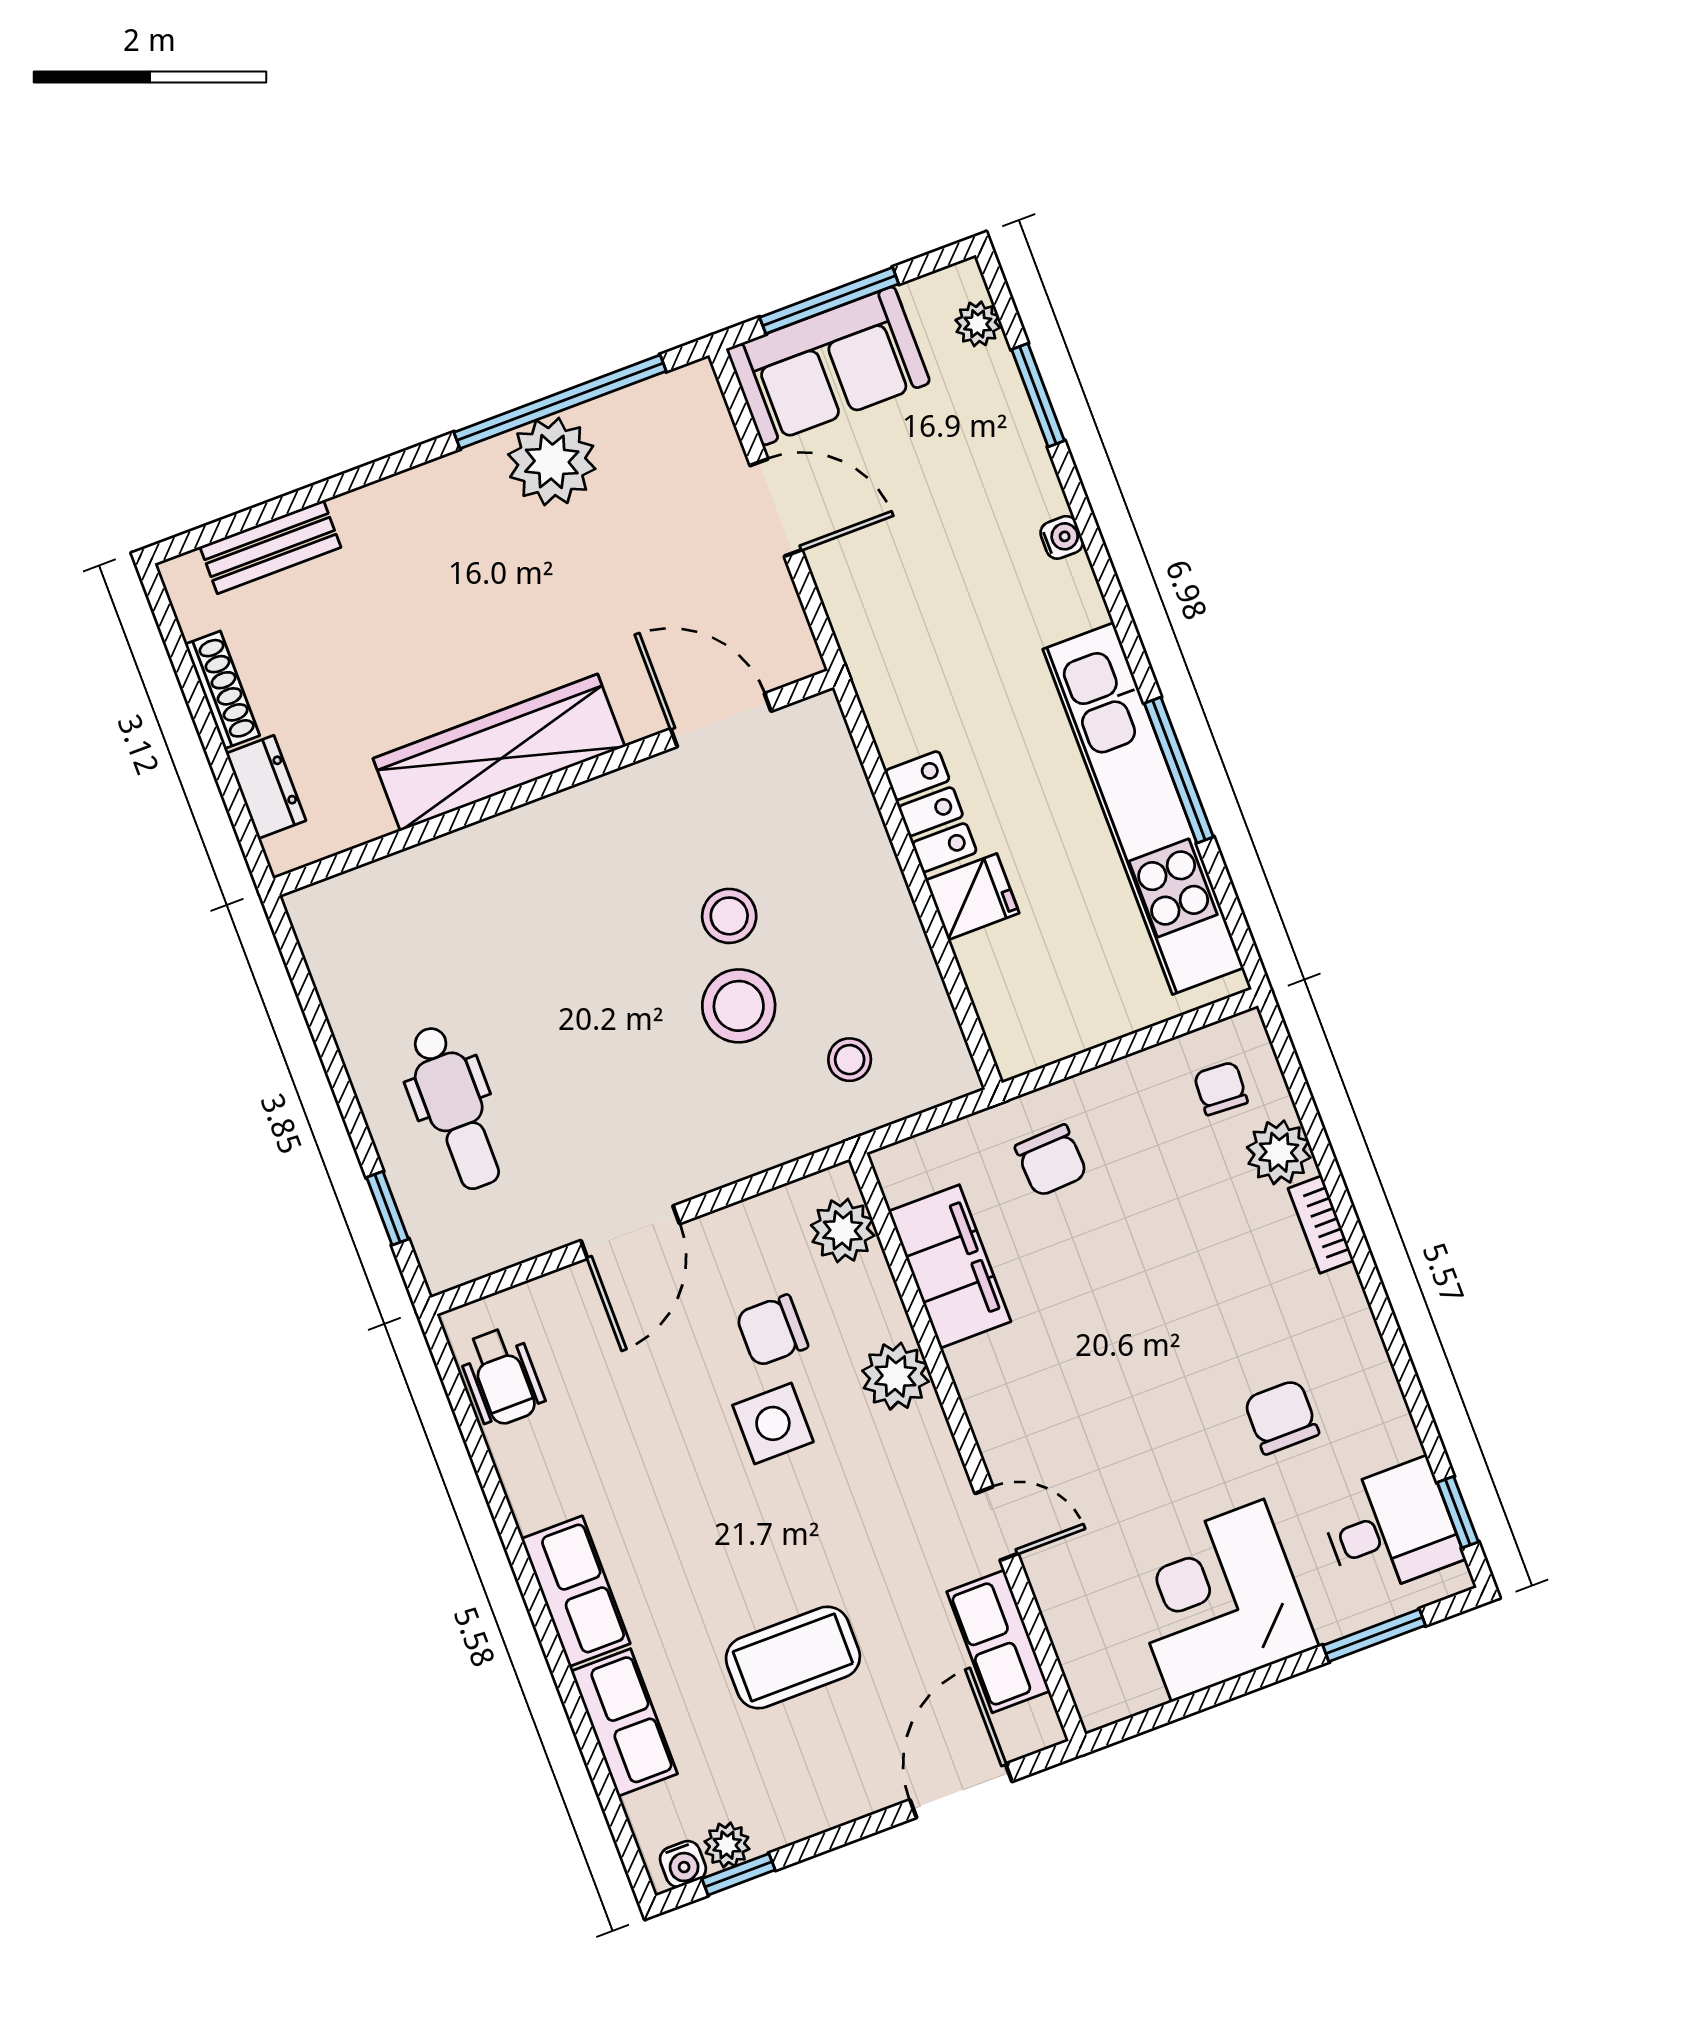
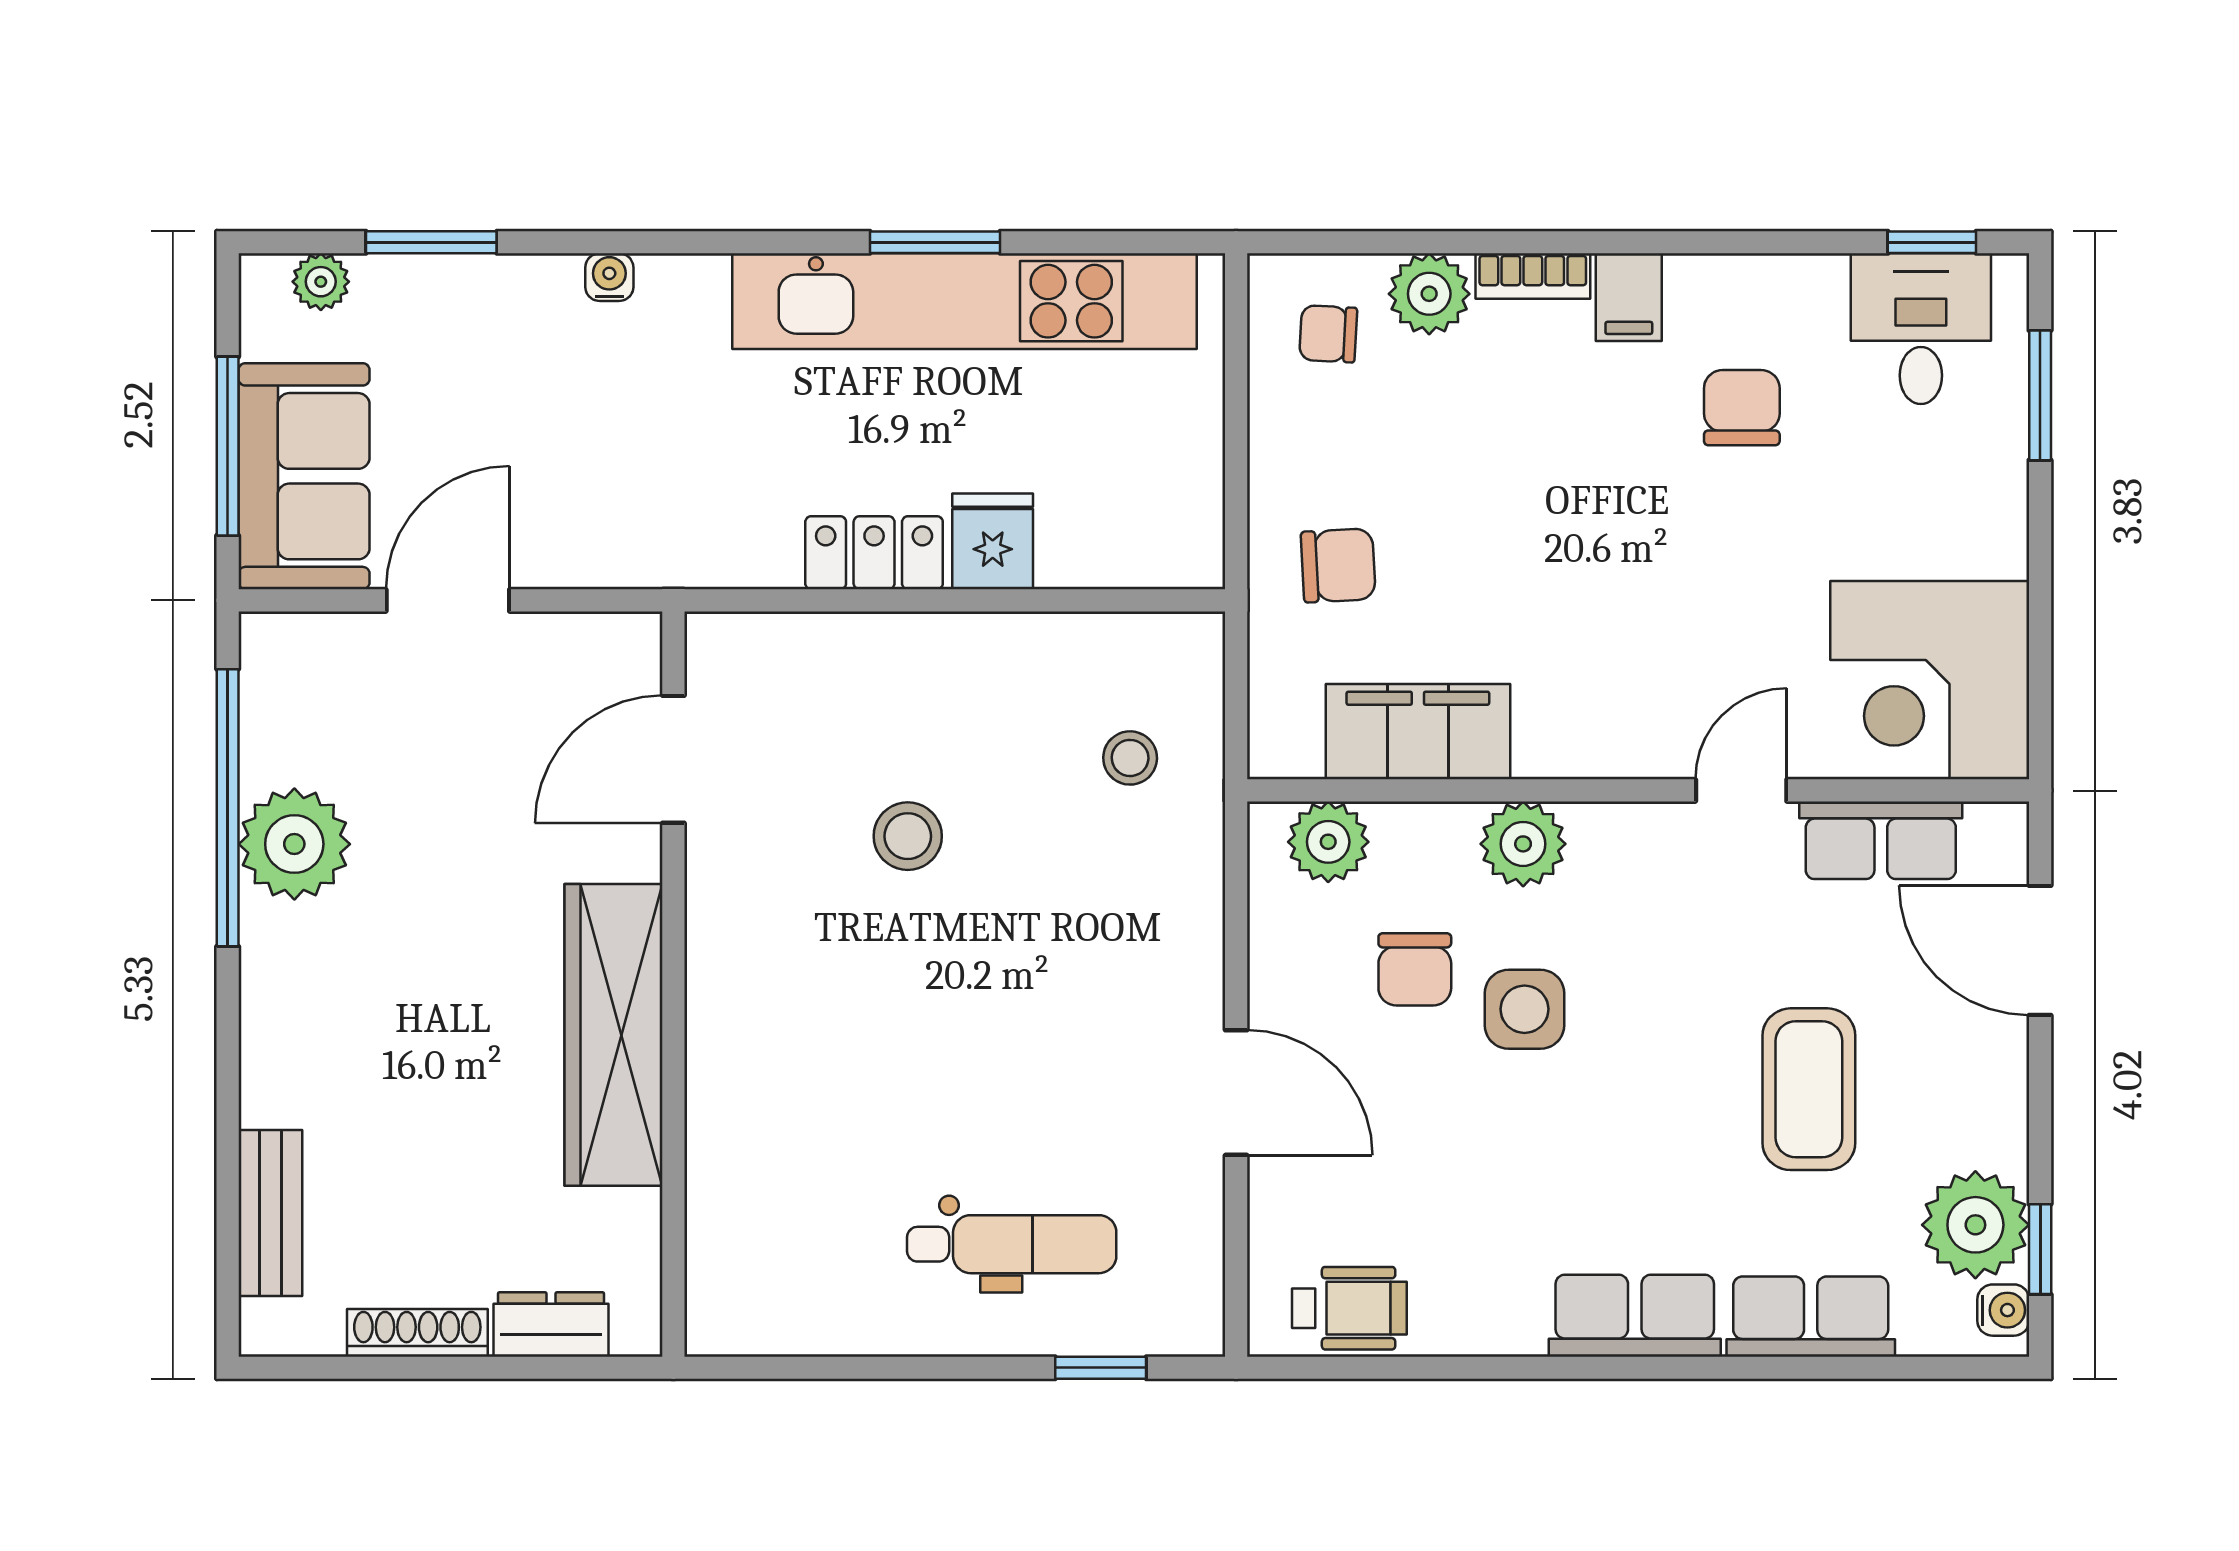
window: (1179, 770) -> (935, 242), width x0.69
stool: (739, 1006) -> (1018, 865), removed
filing cabinet: (1332, 1302) -> (1629, 297), added
chair: (1281, 1417) -> (1742, 408), turned 90
corner desk: (1218, 1600) -> (1930, 680), moved
plant: (727, 1845) -> (1975, 1225), width x1.88, depth x1.88

